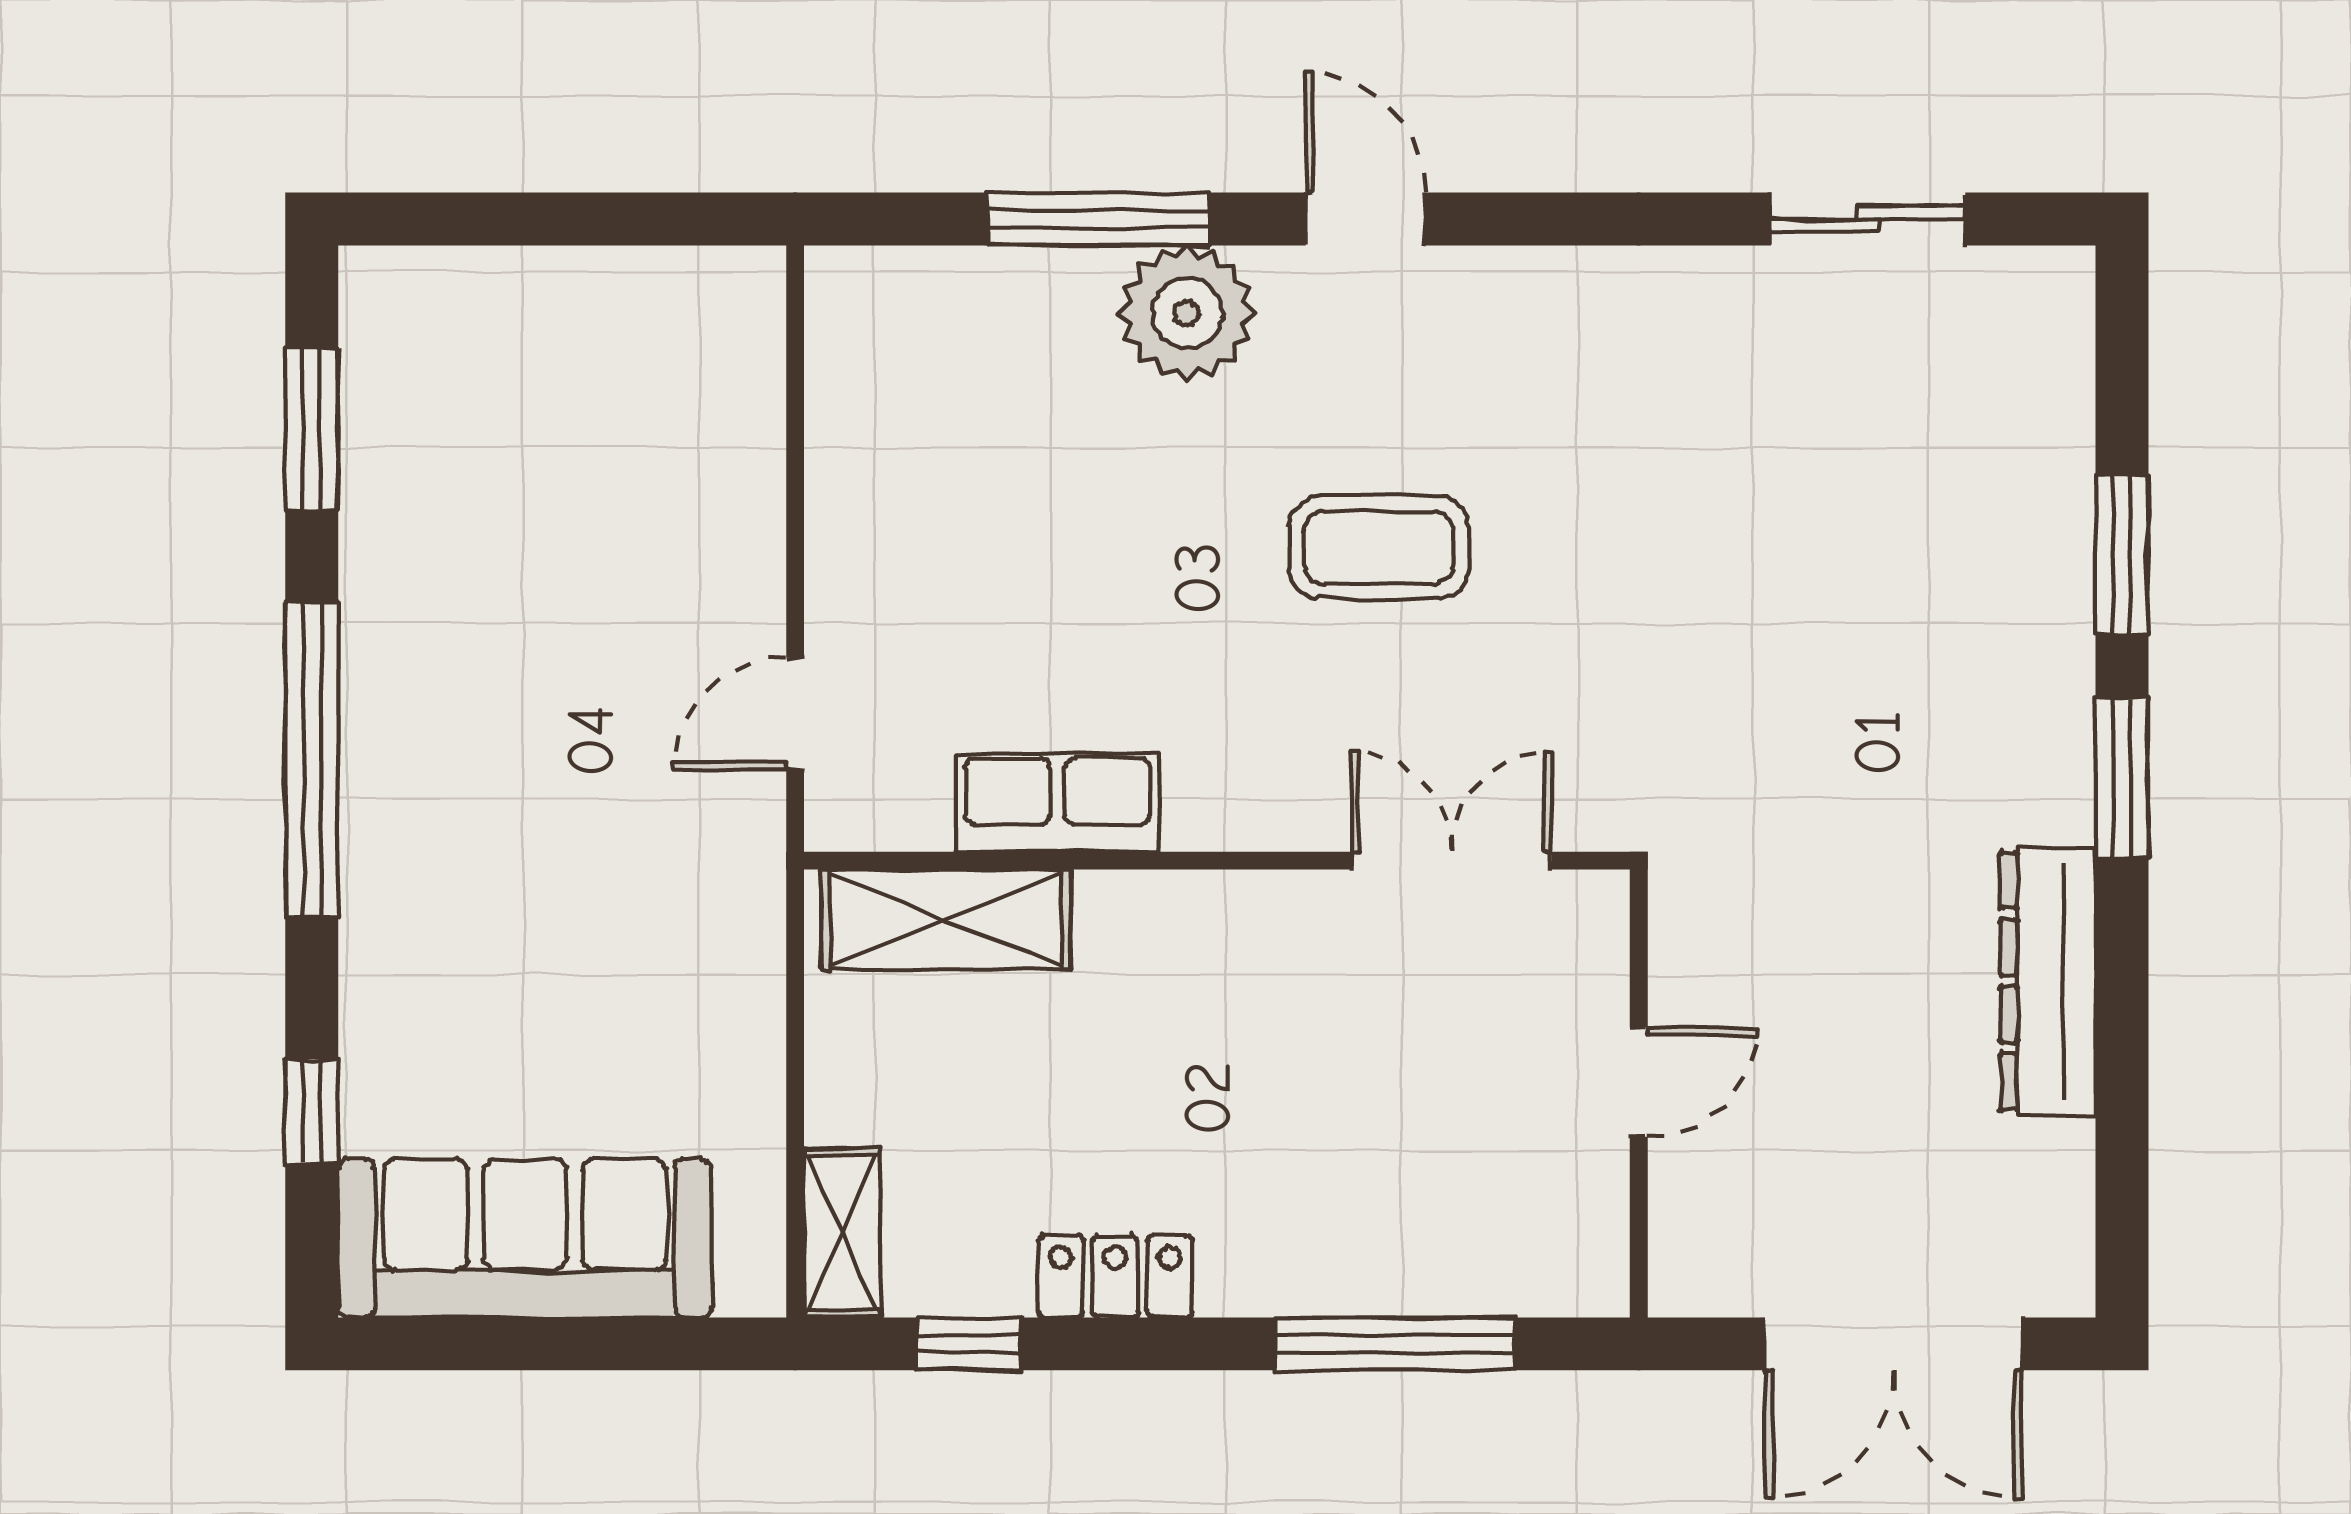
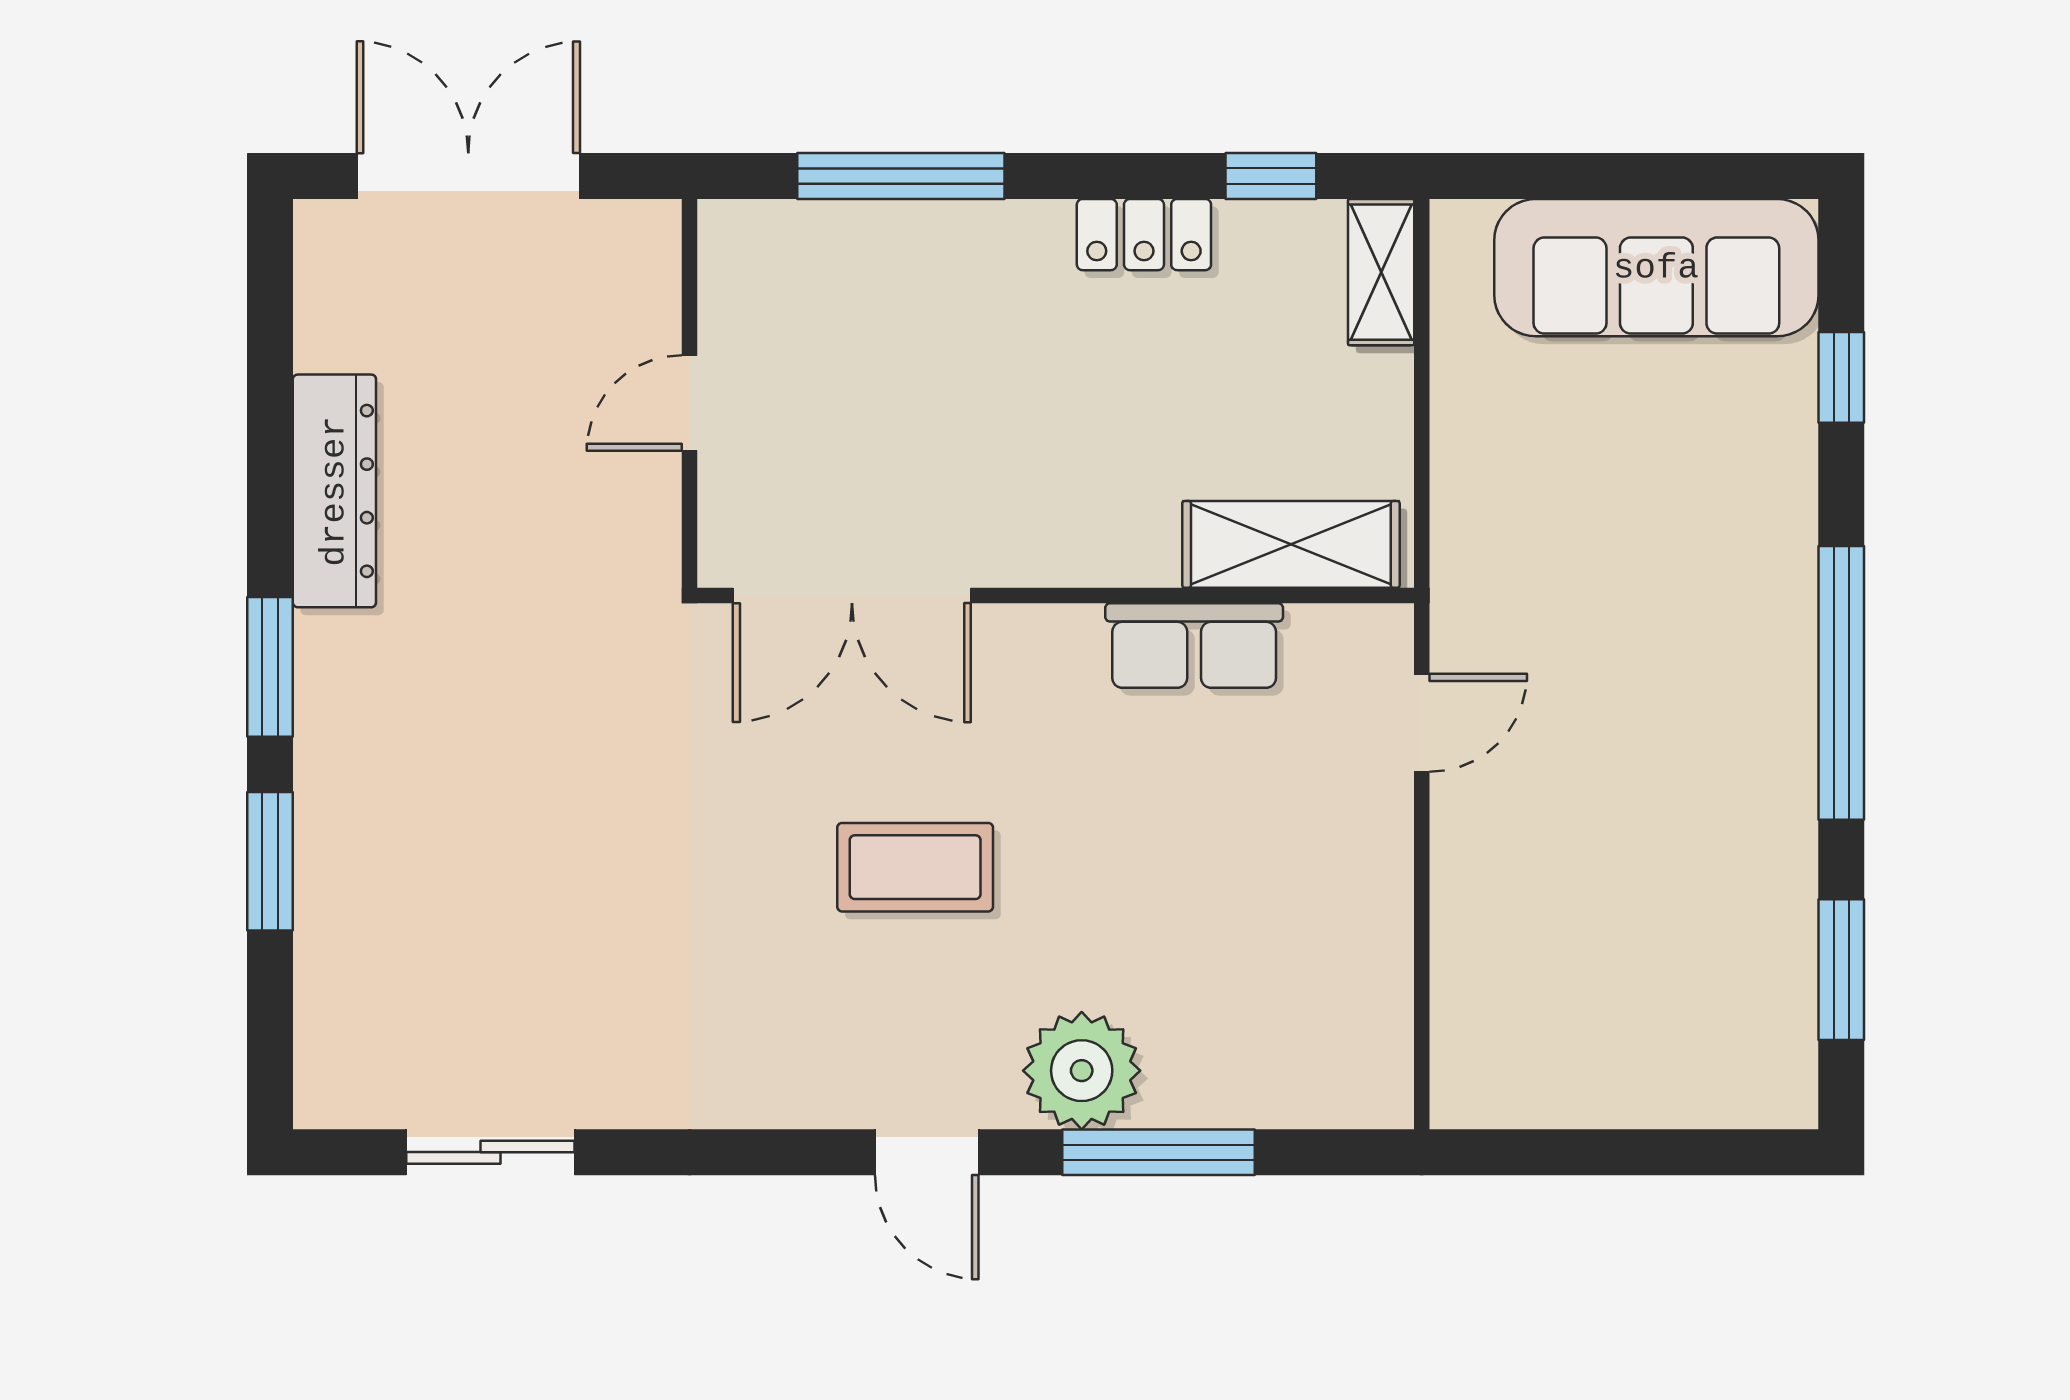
double door: (1452, 861) -> (852, 595), width x1.37

